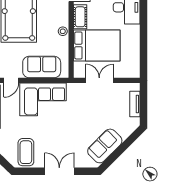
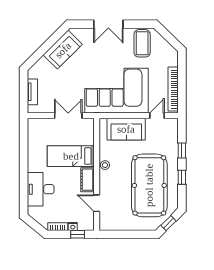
bed: (97, 45) -> (71, 156), width x0.67
double door: (99, 80) -> (68, 116), swing flipped
corner sofa: (43, 99) -> (116, 91), width x1.36, depth x1.36

